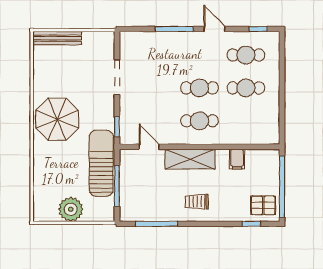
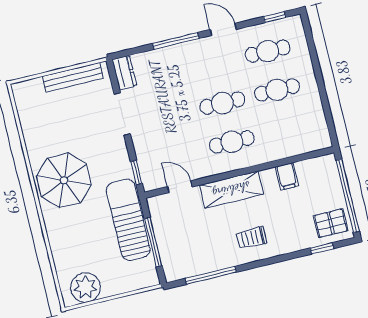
bench: (57, 38) -> (73, 77), moved
dresser: (127, 44) -> (124, 73), added
plant: (71, 209) -> (86, 287), moved

